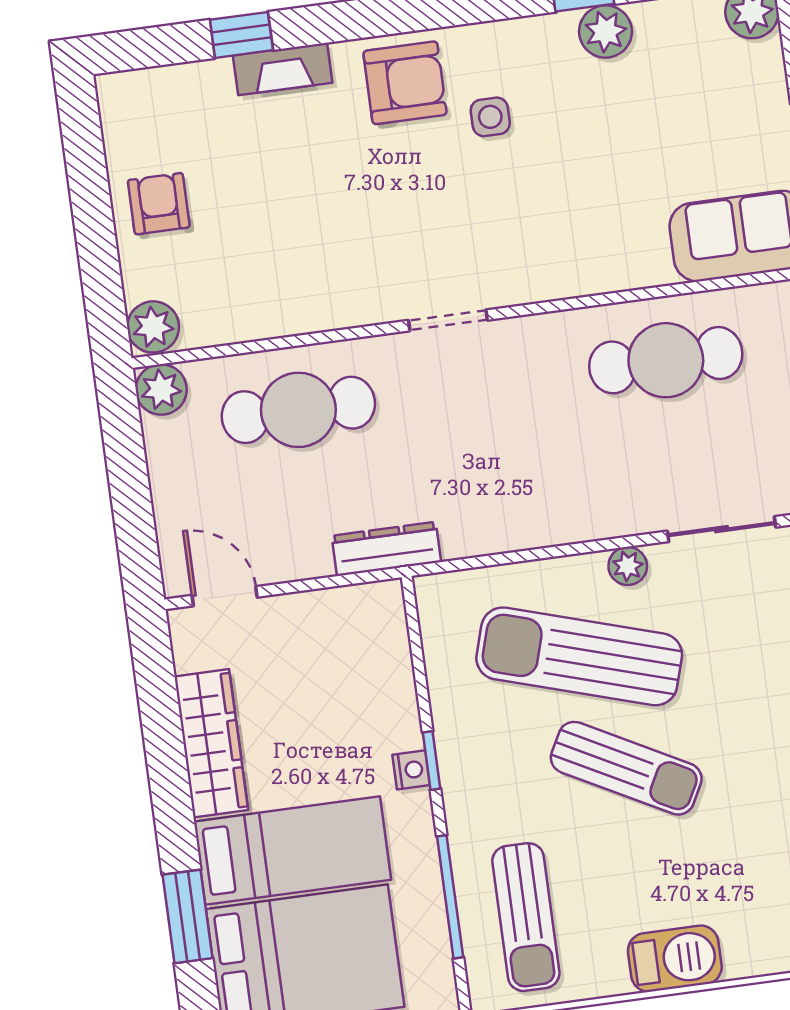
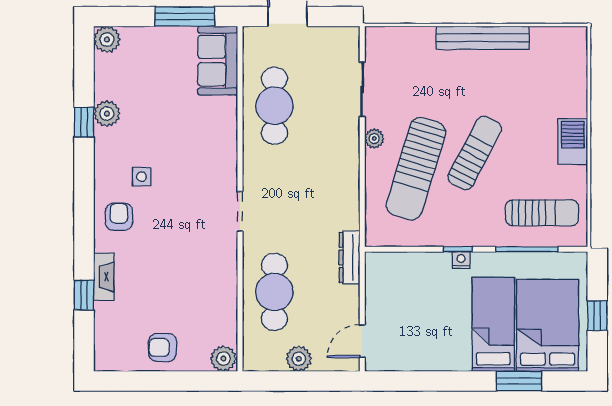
armchair: (405, 83) -> (119, 217), width x0.72, depth x0.72
plant: (161, 389) -> (299, 359), moved
wardrobe: (211, 743) -> (434, 358), removed

